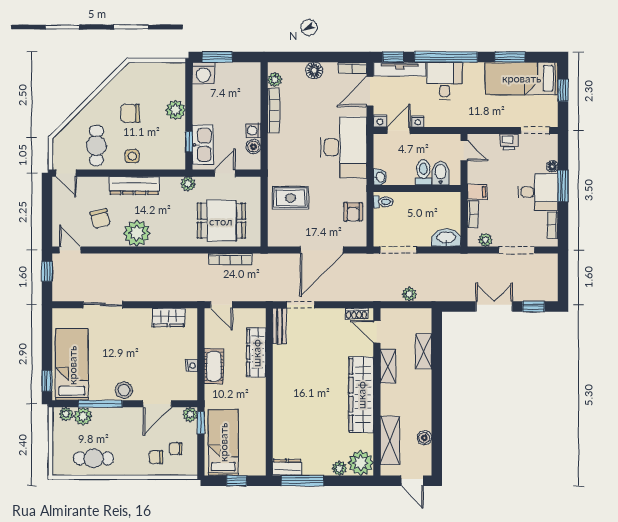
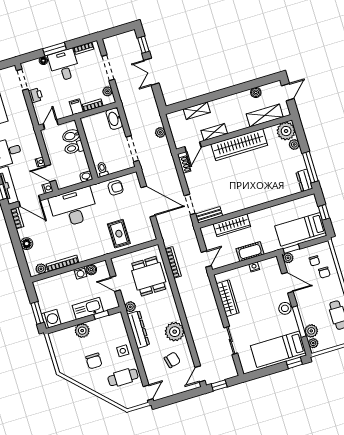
kitchen sink: (203, 145) -> (88, 308), moved
dresser: (134, 185) -> (138, 330), moved
wardrobe: (168, 317) -> (228, 298), width x1.50

